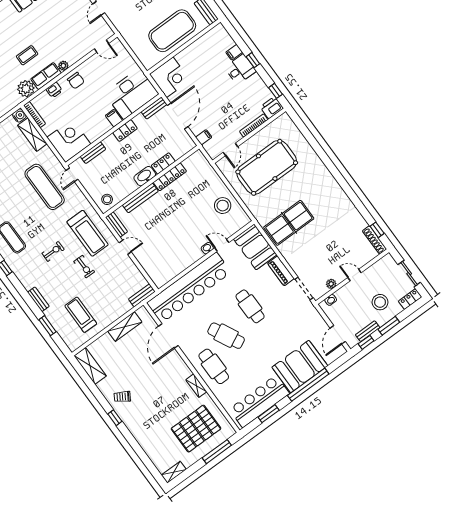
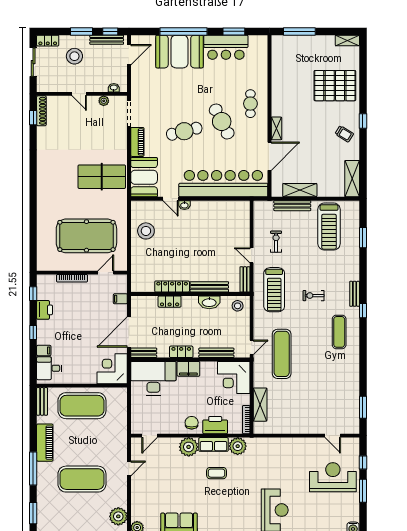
door: (101, 46) -> (150, 436), swing flipped
plant: (63, 66) -> (189, 447), width x1.88, depth x1.88
desk: (240, 69) -> (49, 368), moved
printer: (54, 90) -> (215, 425), width x1.87, depth x1.48
printer: (272, 108) -> (45, 310), moved, turned -90
water cooler: (19, 115) -> (259, 428), removed
filing cabinet: (114, 118) -> (188, 369), width x2.00
bench: (93, 153) -> (216, 353), width x1.36
washbasin: (145, 176) -> (209, 302), moved
treadmill: (88, 233) -> (274, 290), turned 180
exercise bike: (84, 267) -> (276, 242), moved
bench: (142, 295) -> (292, 206), moved, width x1.36
bench: (38, 299) -> (355, 294), moved
cafe table: (250, 306) -> (184, 131), turned 76
treadmill: (81, 315) -> (329, 227), width x1.37, depth x1.38
bench: (368, 331) -> (107, 40), width x1.36
cafe table: (214, 366) -> (250, 104), width x0.73, depth x0.74
shelving: (196, 386) -> (276, 128), moved
bar counter: (259, 401) -> (226, 47), width x0.73
pallet: (196, 429) -> (335, 86), moved

